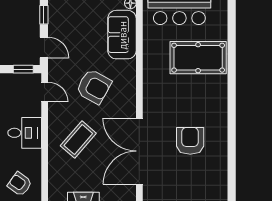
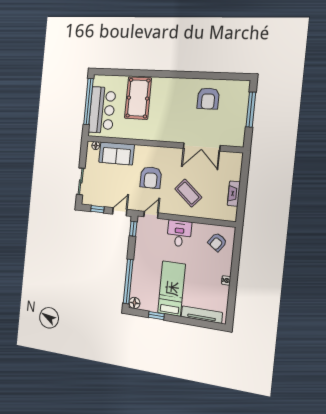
armchair: (94, 87) -> (151, 178), turned 151
armchair: (190, 141) -> (208, 98), moved, turned -90
double door: (139, 151) -> (202, 147), width x0.73

